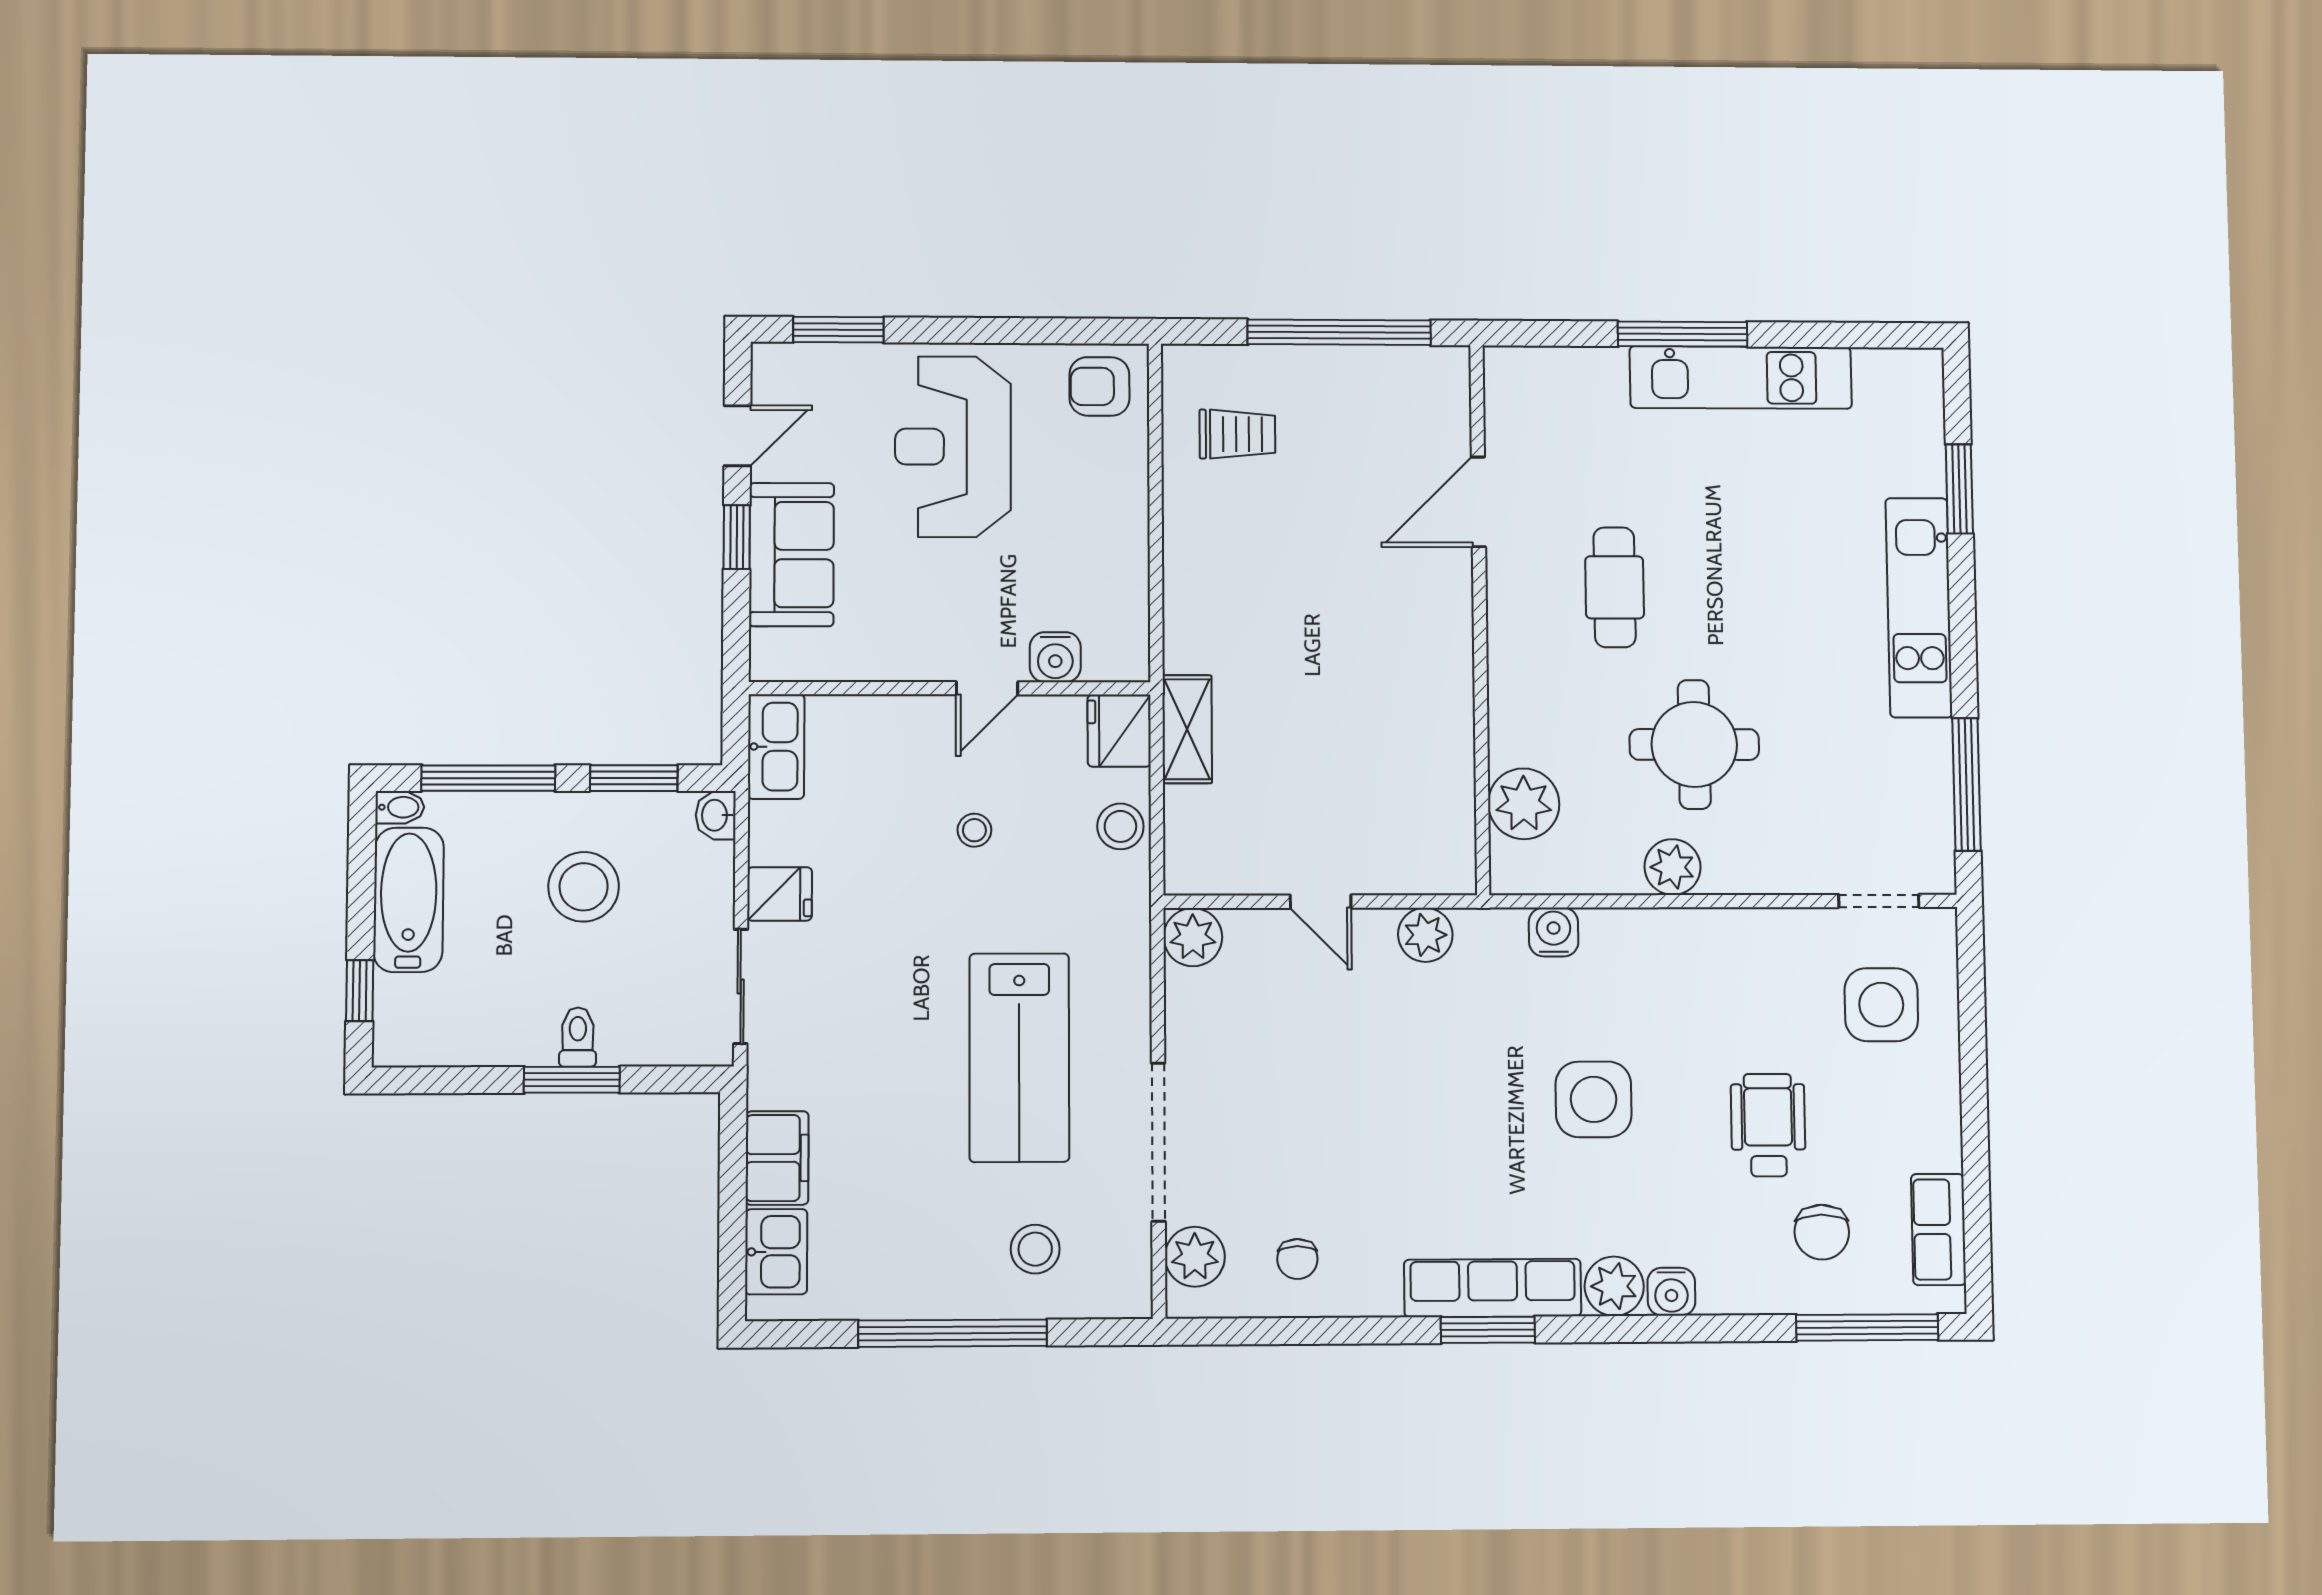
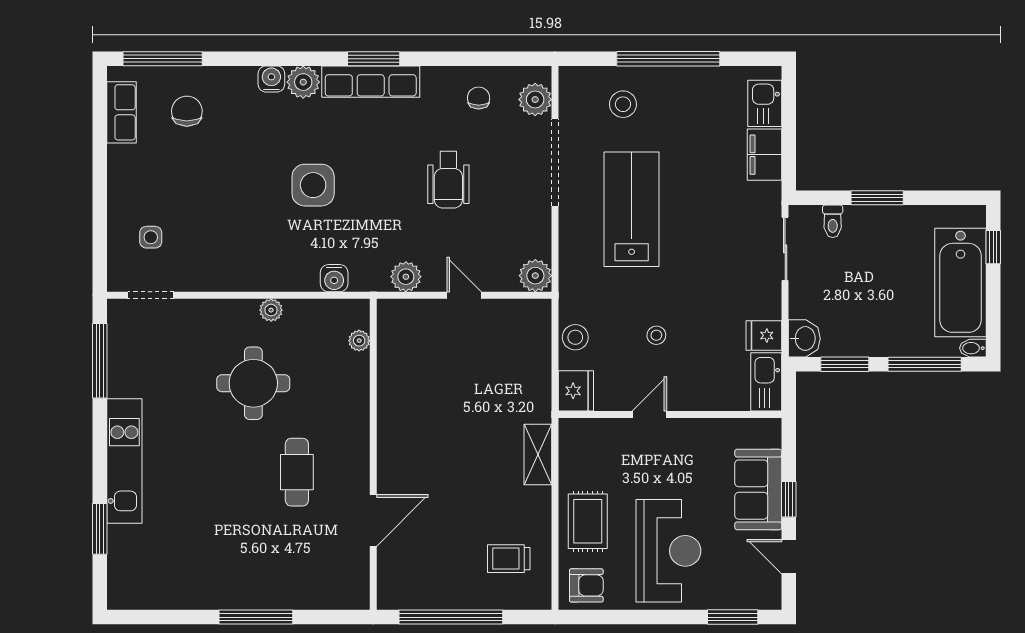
kitchen unit: (1741, 378) -> (223, 592), removed
door: (737, 436) -> (789, 557), hinge flipped
rug: (1097, 499) -> (588, 521), added
water cooler: (1055, 657) -> (611, 432), removed
shelving: (1187, 729) -> (538, 454), moved
plant: (1524, 804) -> (359, 341), width x0.53, depth x0.53
washbasin: (716, 815) -> (804, 338), width x1.38, depth x1.45
plant: (1673, 867) -> (271, 310), width x0.73, depth x0.73
stool: (584, 887) -> (872, 304), removed
fridge: (780, 894) -> (764, 335), moved
bathtub: (409, 900) -> (961, 282), width x1.36, depth x1.36
side table: (1881, 1005) -> (151, 237), width x0.54, depth x0.54
toilet: (578, 1037) -> (833, 221), moved
wheelchair: (1768, 1125) -> (448, 180), moved

